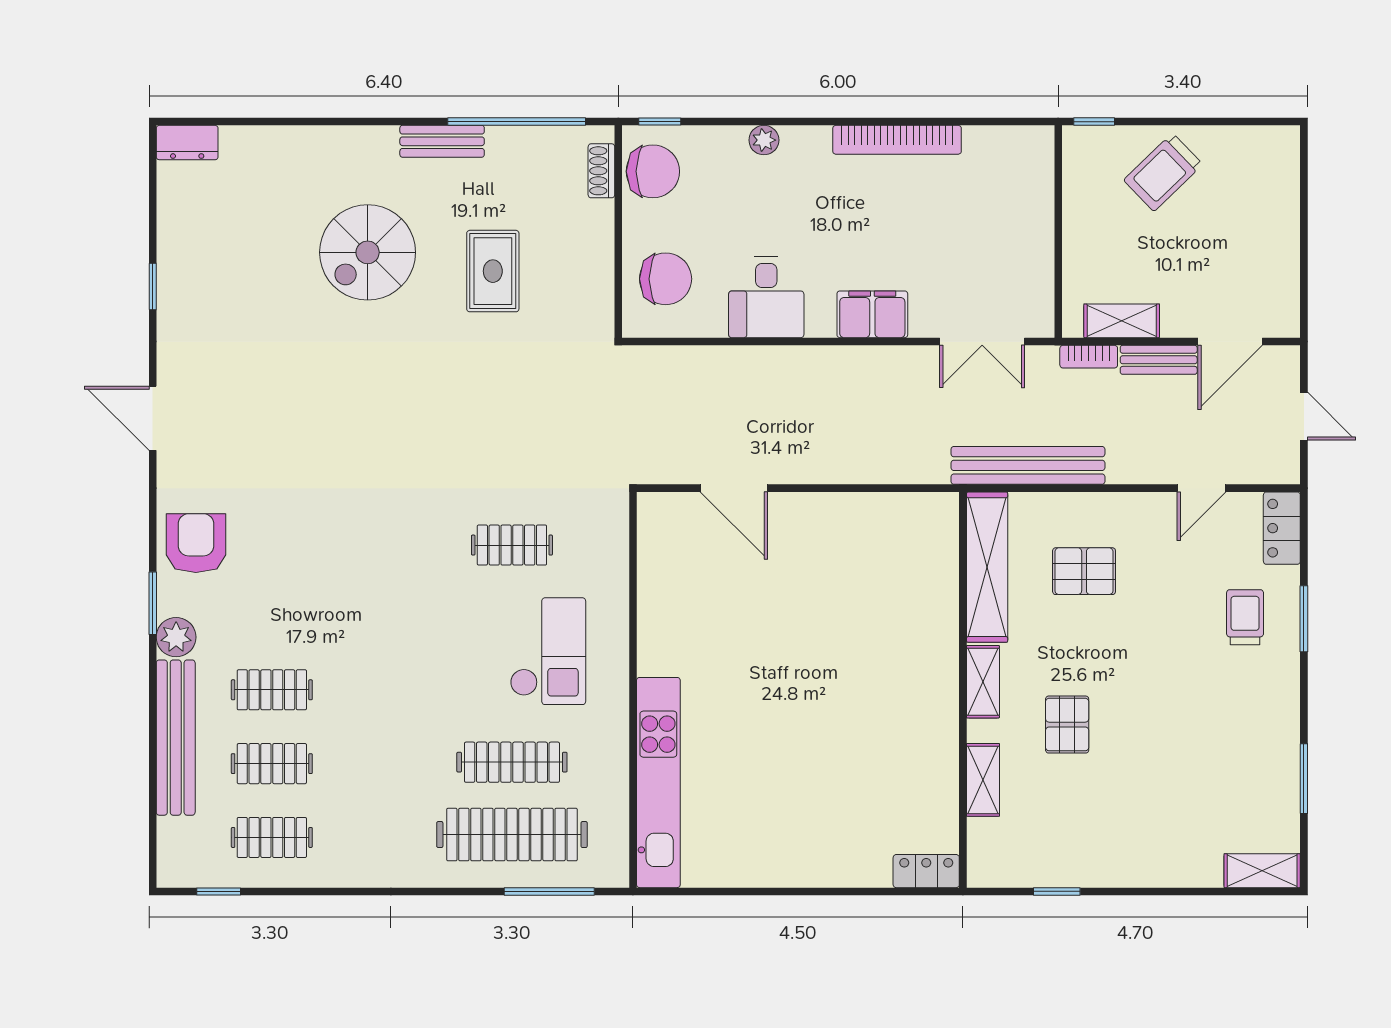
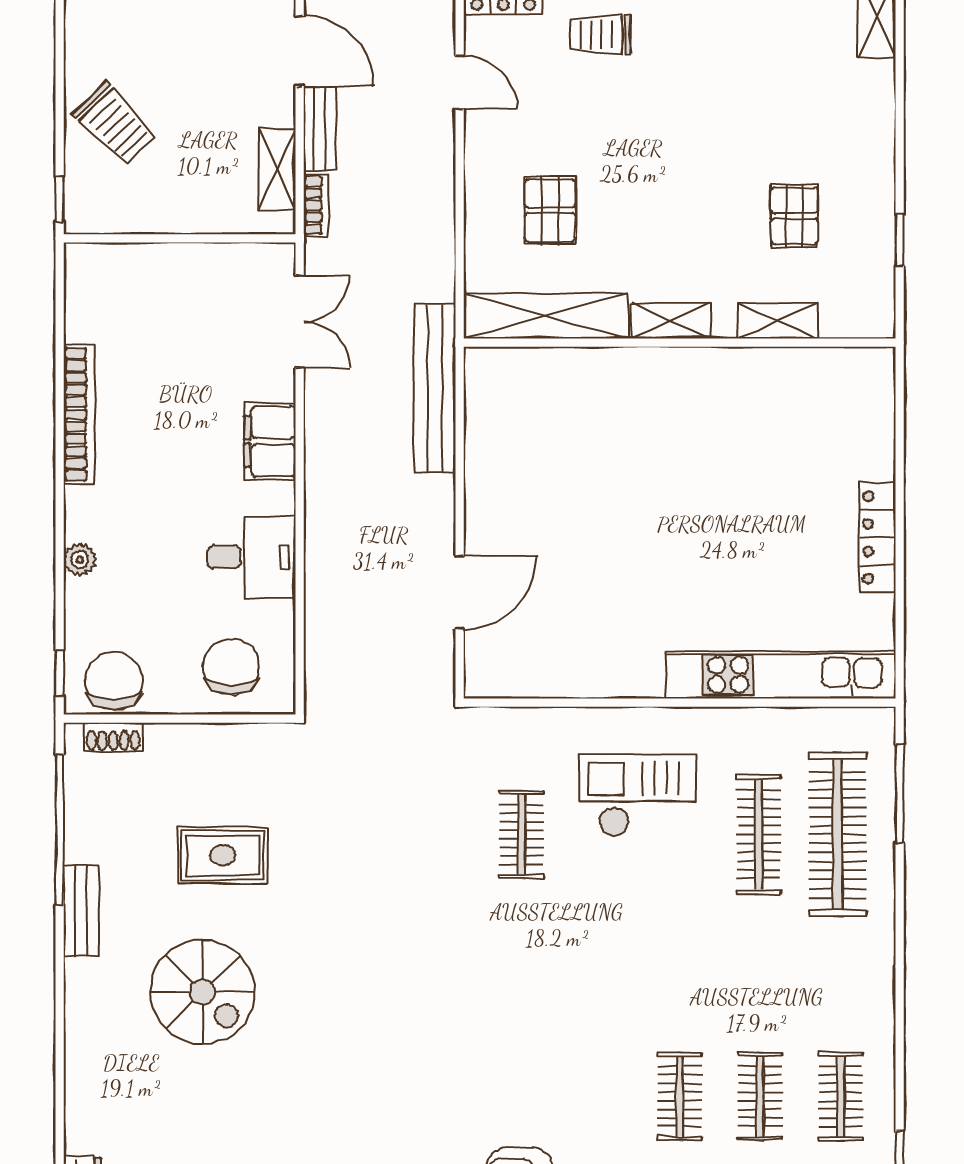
bench: (1028, 465) -> (435, 388), moved
pallet: (1067, 725) -> (794, 216), moved, turned 90
locker: (926, 871) -> (877, 538), moved, width x1.53

